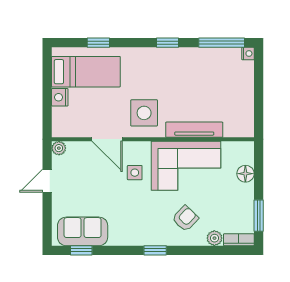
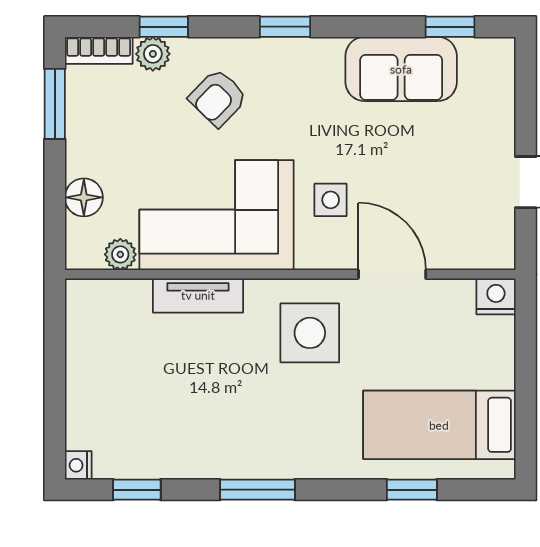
window: (168, 43) -> (257, 490), width x1.50
window: (222, 43) -> (137, 490), width x0.46
nightstand: (60, 97) -> (496, 296), moved, turned -90
tv unit: (194, 130) -> (198, 295), width x0.71
plant: (59, 148) -> (120, 254), moved
sofa: (83, 231) -> (401, 69), moved
window: (210, 250) -> (164, 27), added

